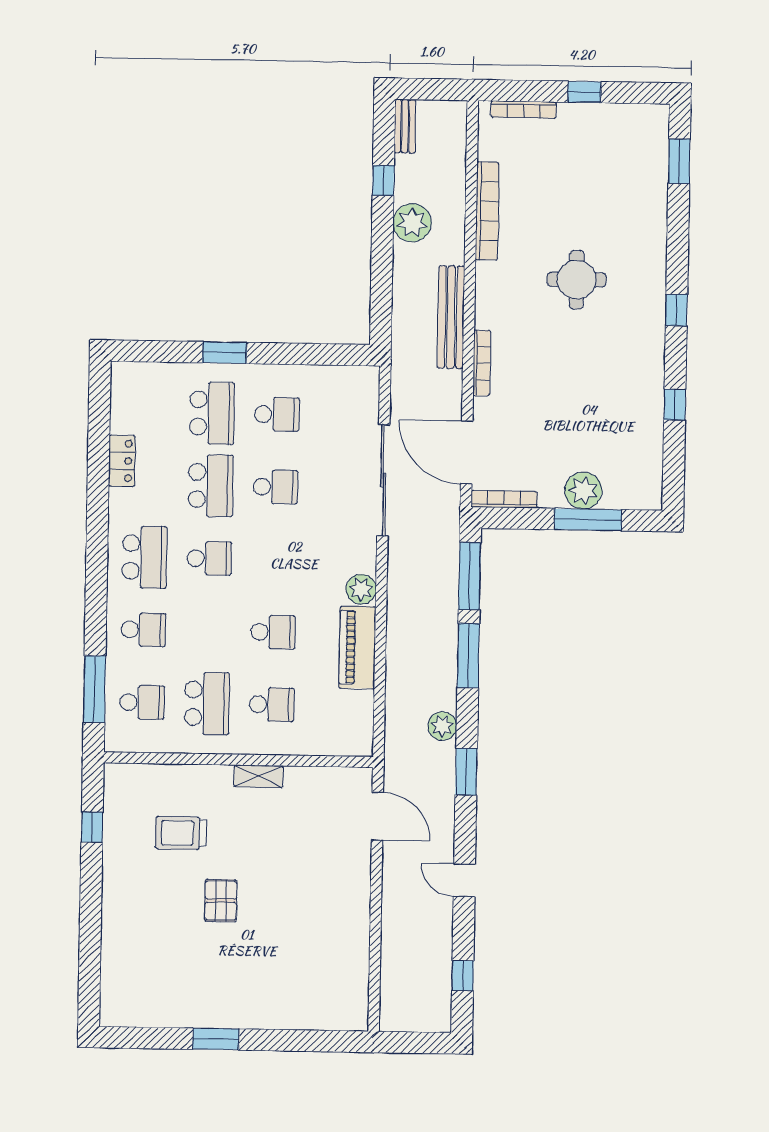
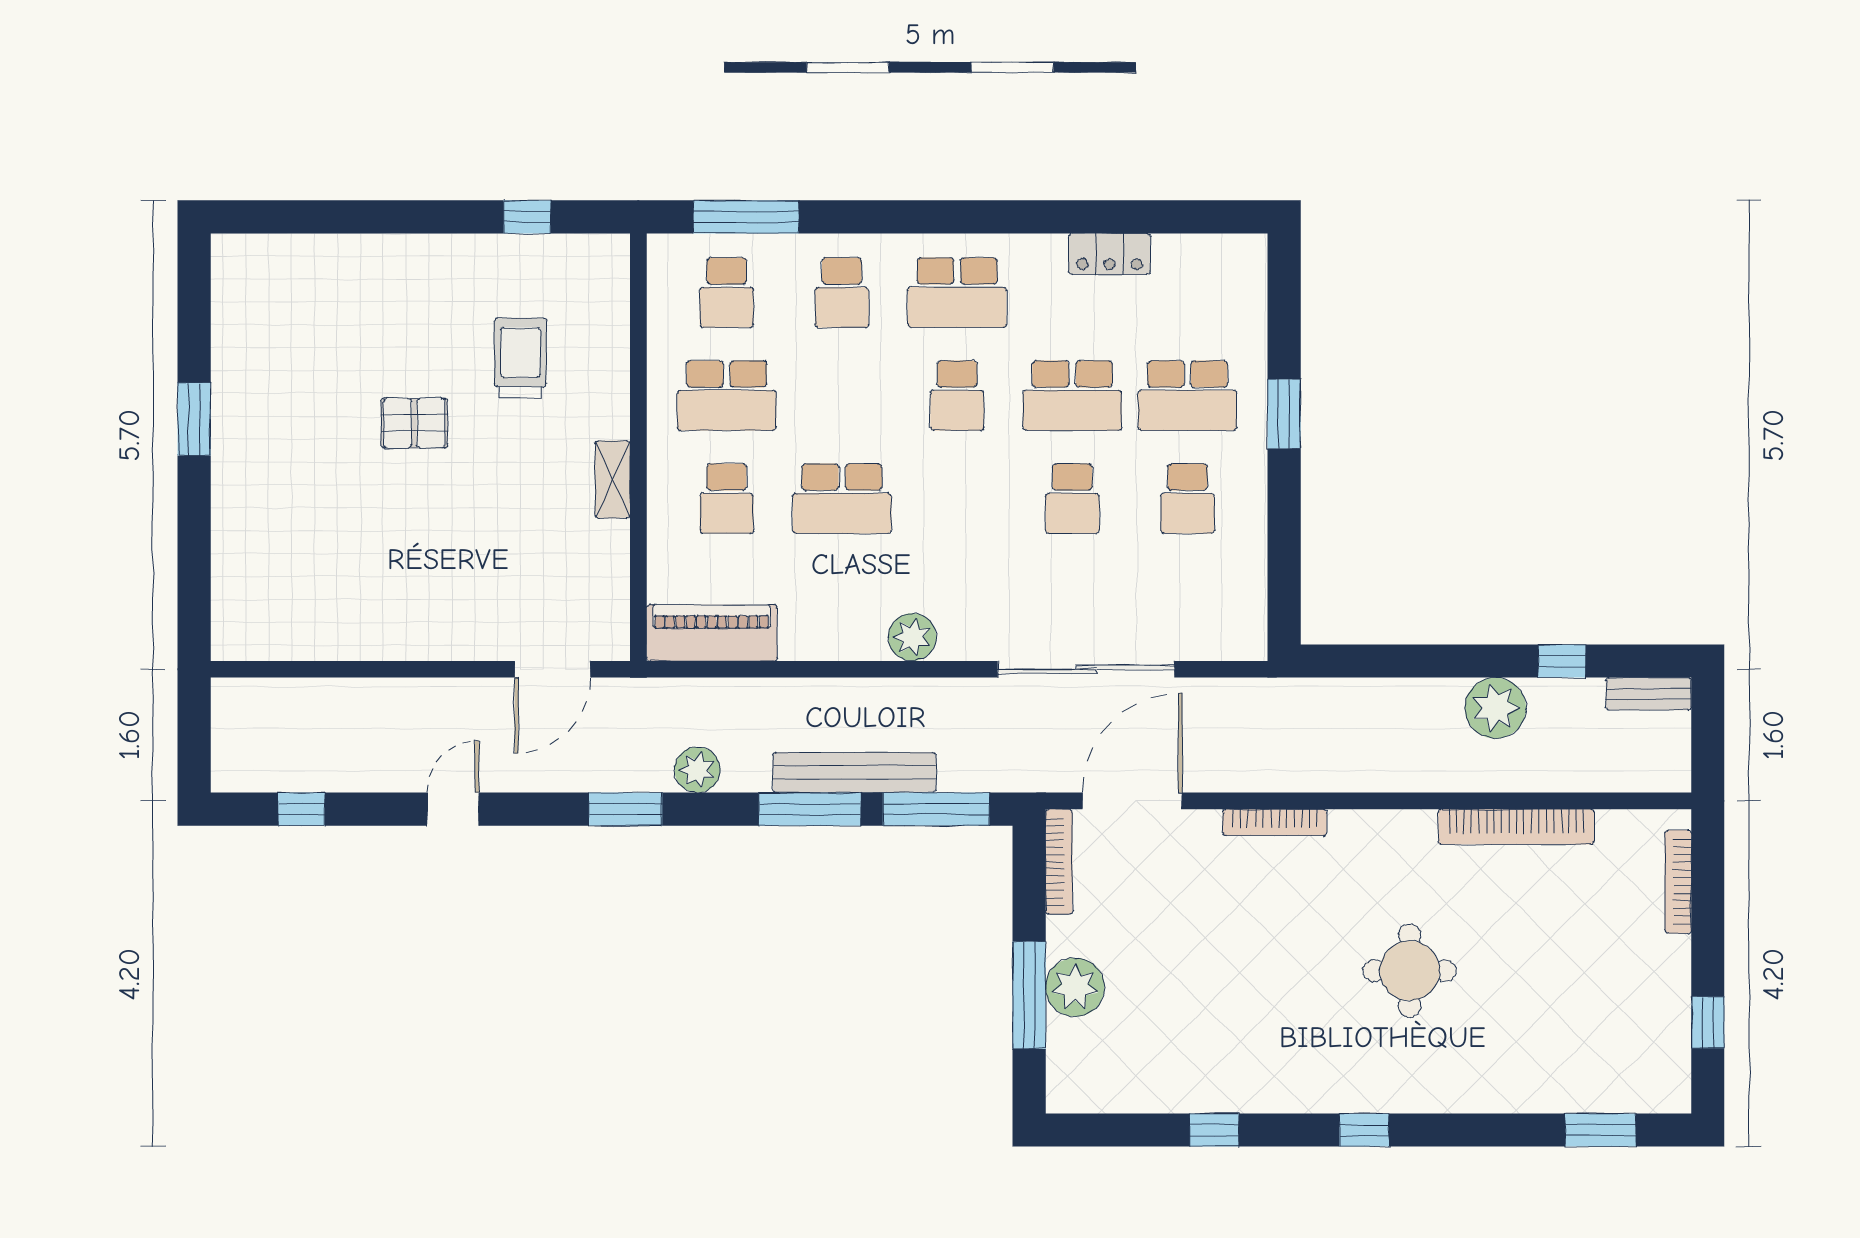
window: (584, 92) -> (1708, 1022), moved
bench: (451, 317) -> (854, 772), moved
school desk: (273, 632) -> (842, 499), width x1.85
piano: (357, 647) -> (712, 633), moved

